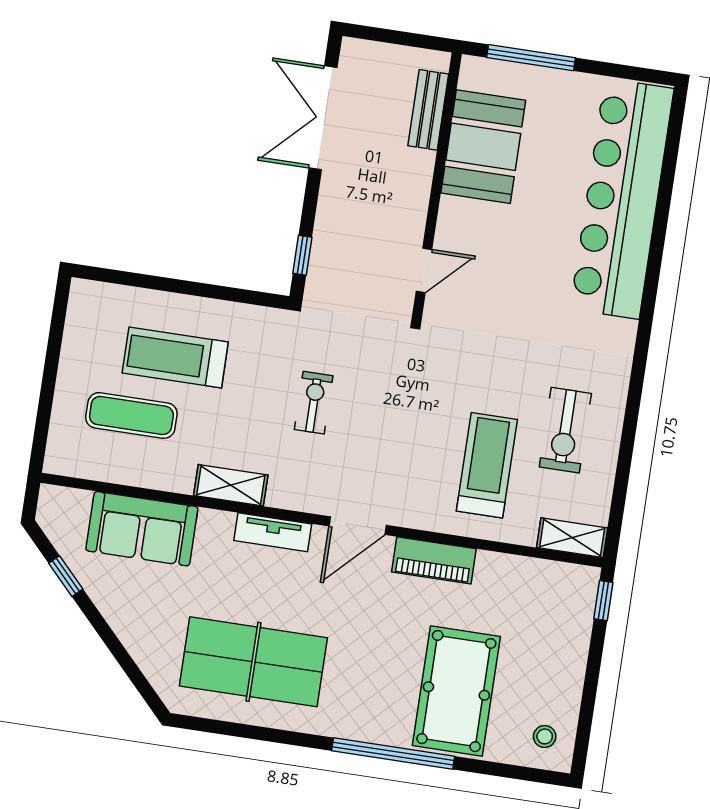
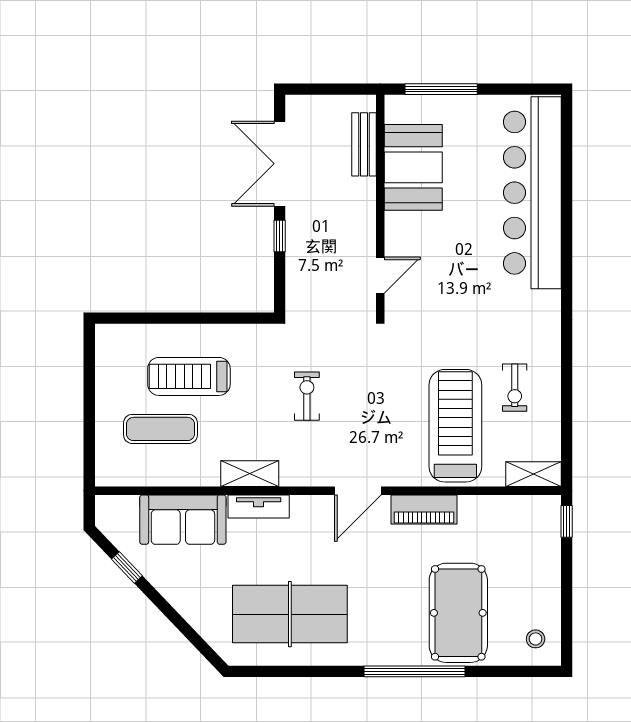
window: (302, 255) -> (280, 236), moved
exercise bike: (565, 430) -> (515, 388), width x0.73, depth x0.72
treadmill: (487, 465) -> (455, 426), width x1.37, depth x1.38
tv unit: (273, 532) -> (259, 506), moved

